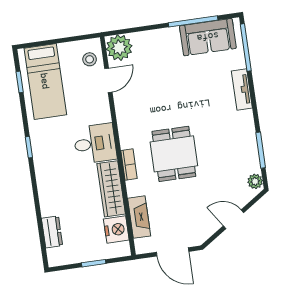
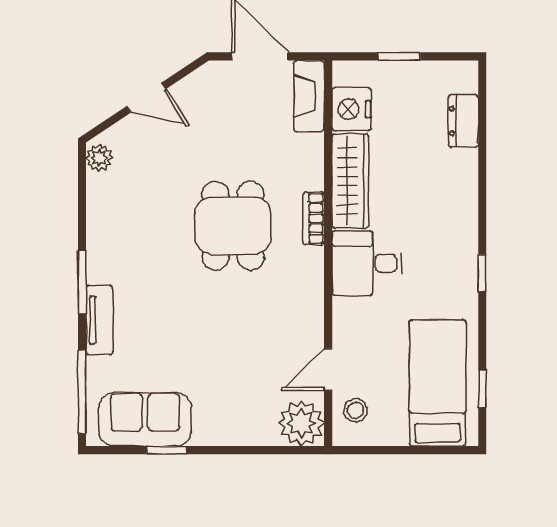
window: (193, 21) -> (167, 450), width x0.46
window: (261, 150) -> (82, 282), moved
fireplace: (139, 217) -> (309, 96), moved

